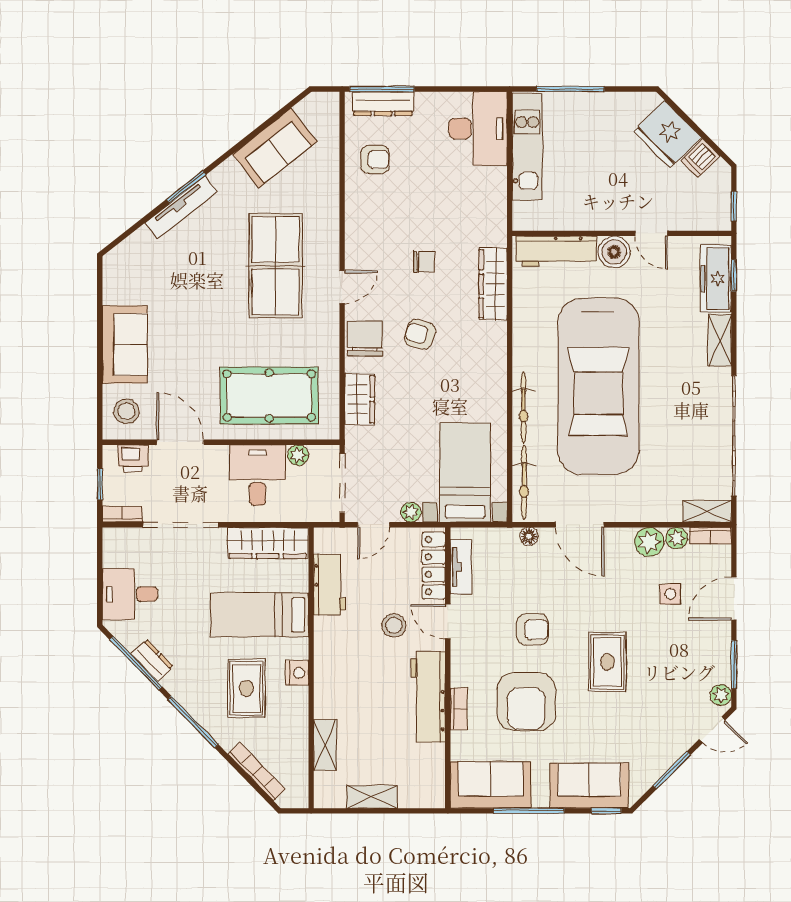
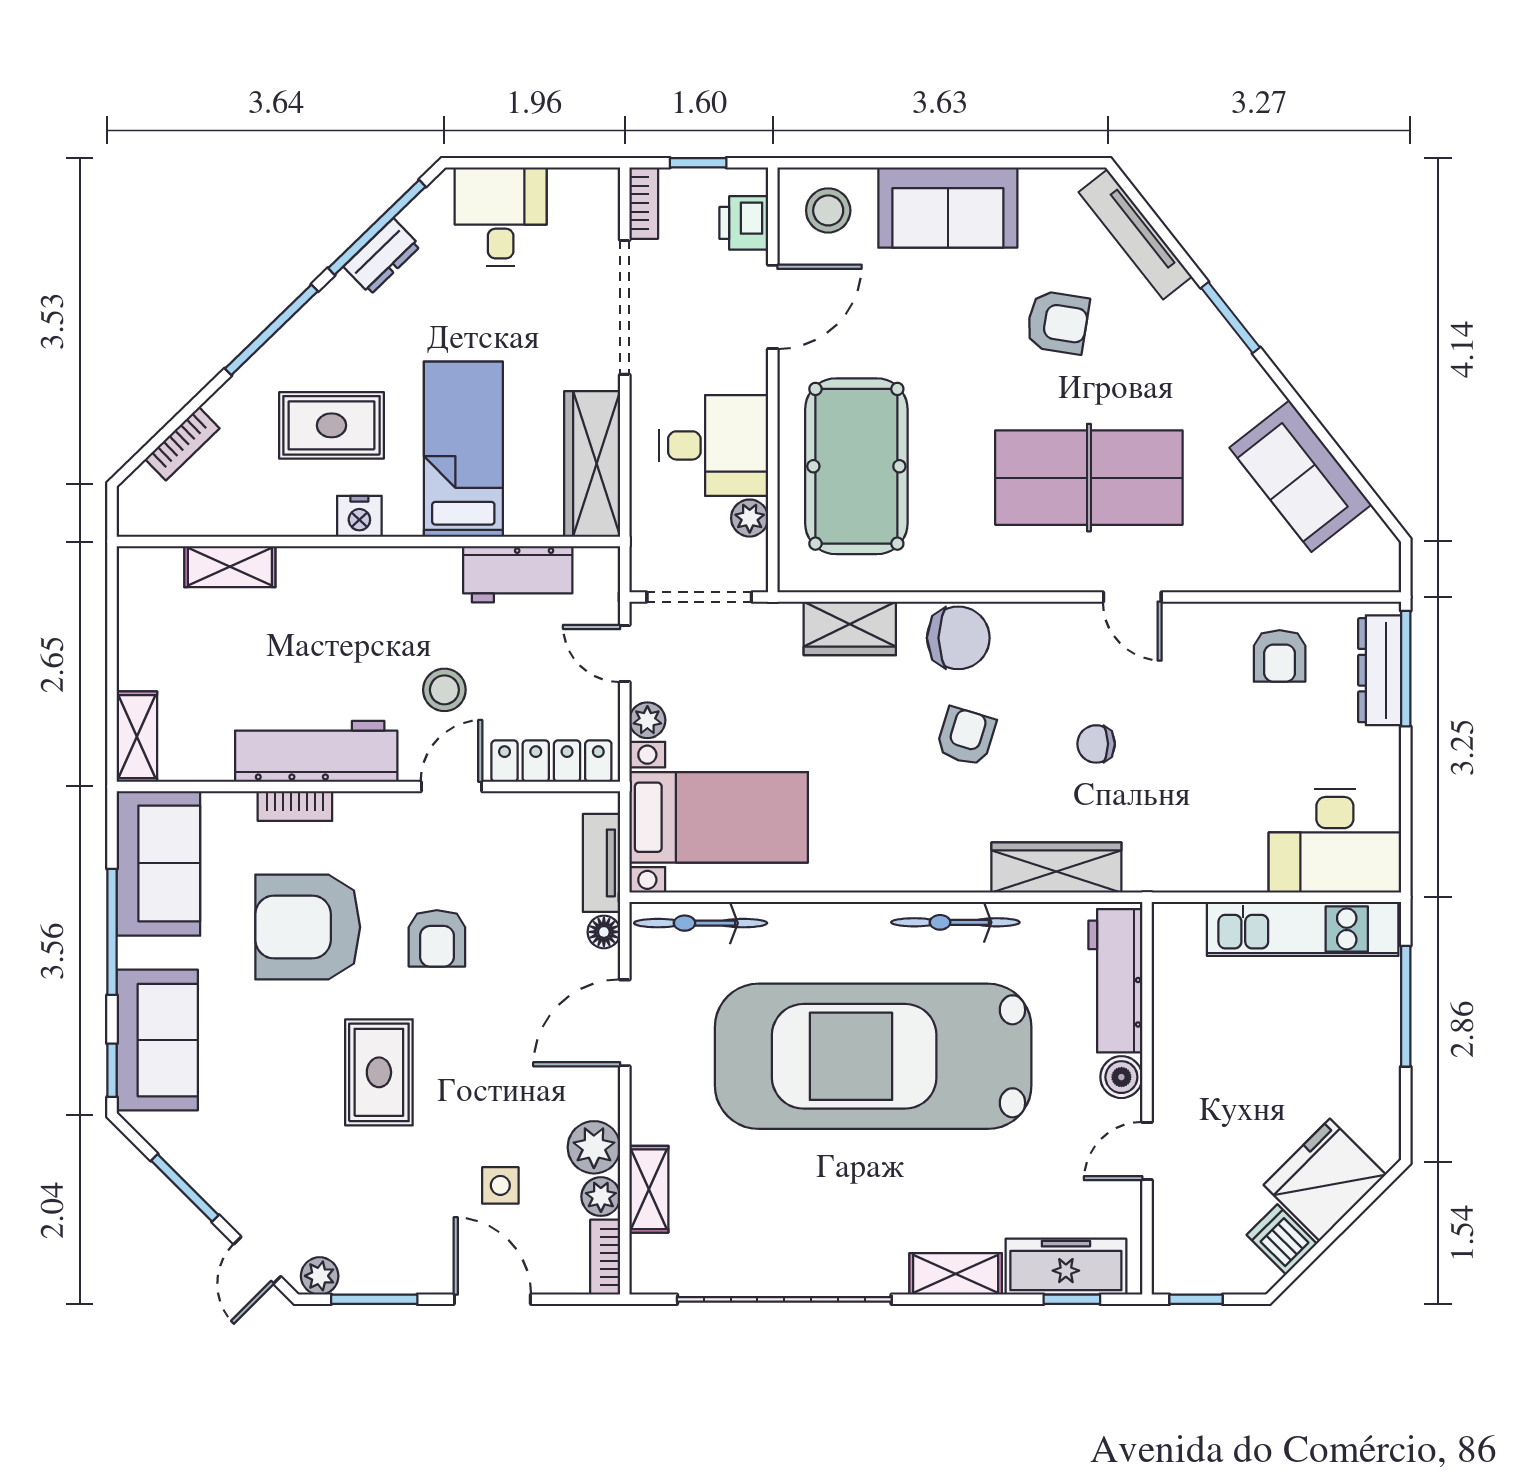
tv unit: (181, 207) -> (1135, 234), moved
boiler: (614, 252) -> (1121, 1077), width x0.73, depth x0.73
chair: (424, 262) -> (1096, 744), turned 90
armchair: (189, 283) -> (1058, 322), added
door: (342, 287) -> (1132, 597), moved
bicycle: (524, 407) -> (955, 922), moved
shelving: (707, 511) -> (649, 1189), moved
tv unit: (461, 567) -> (602, 863), moved, turned 90
rug: (607, 662) -> (379, 1072), turned 90
bookcase: (257, 772) -> (182, 444), width x0.64
shelving: (372, 797) -> (137, 737), moved

